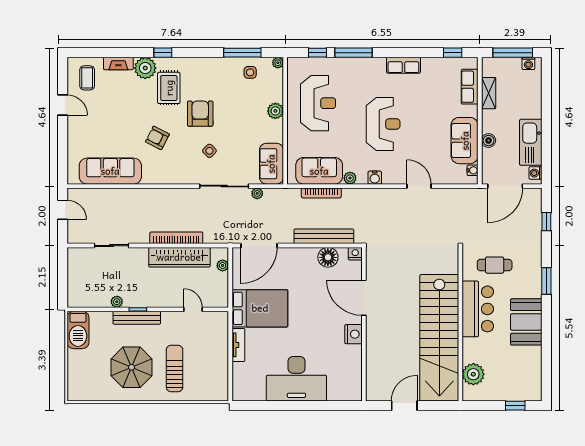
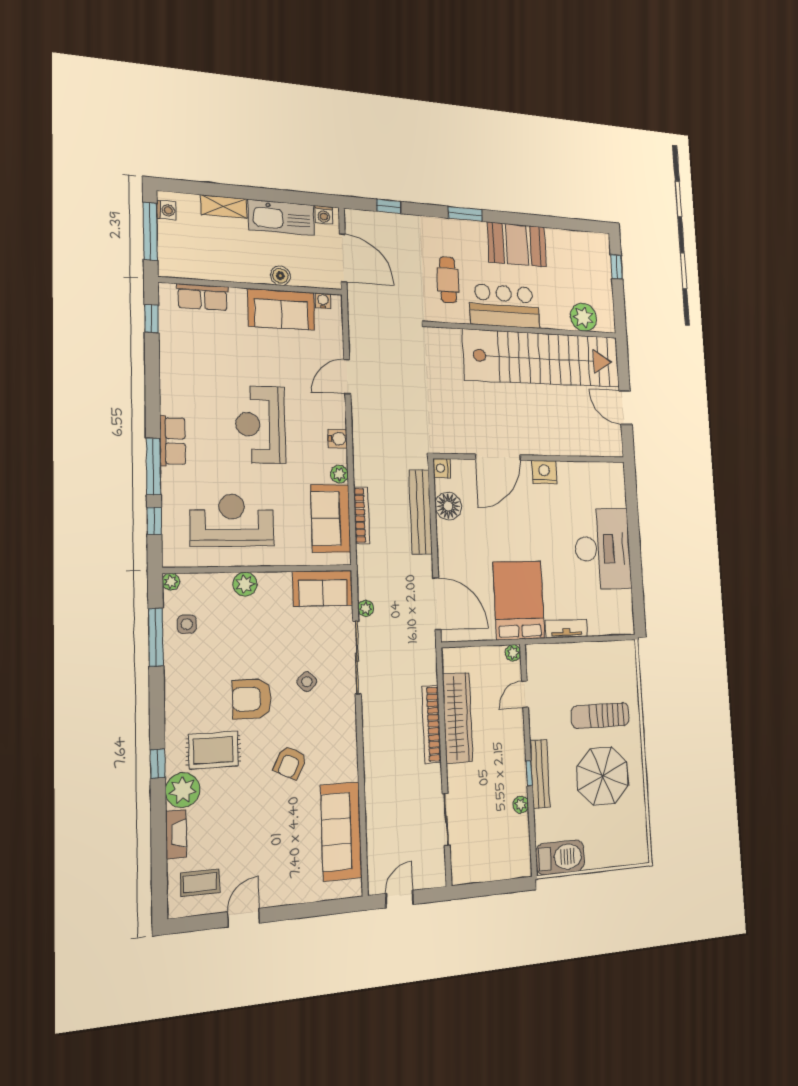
row of seats: (403, 65) -> (173, 441), moved
shelving: (489, 93) -> (224, 207), moved
reception desk: (383, 124) -> (261, 425), turned -90
plant: (223, 265) -> (513, 653), moved

